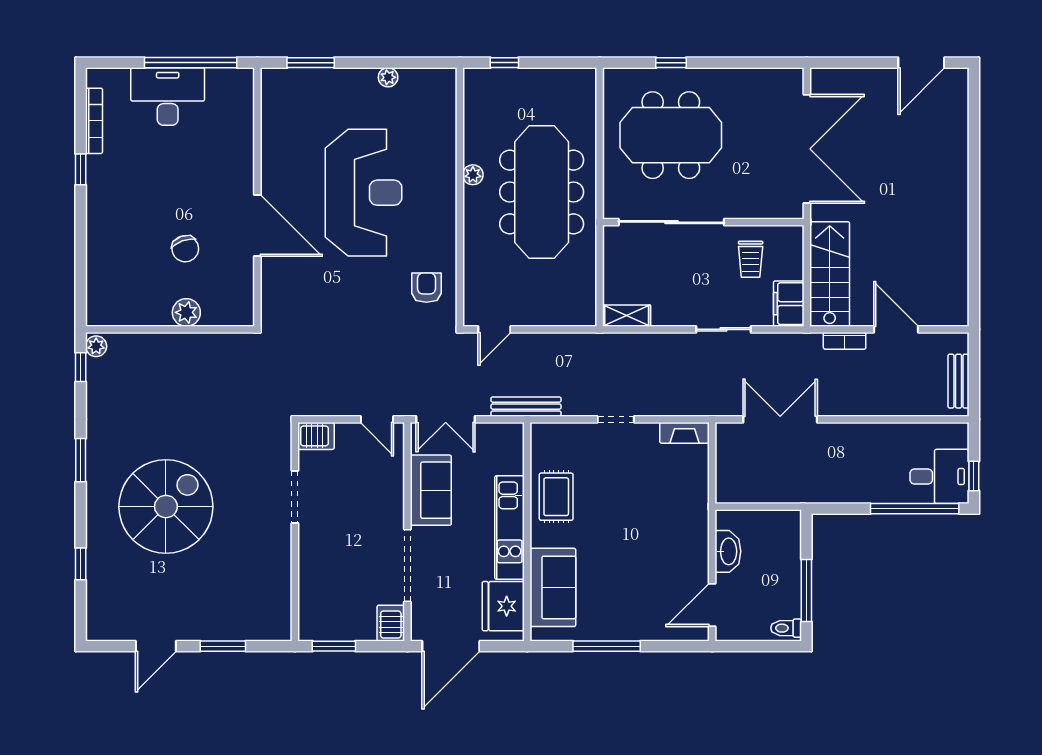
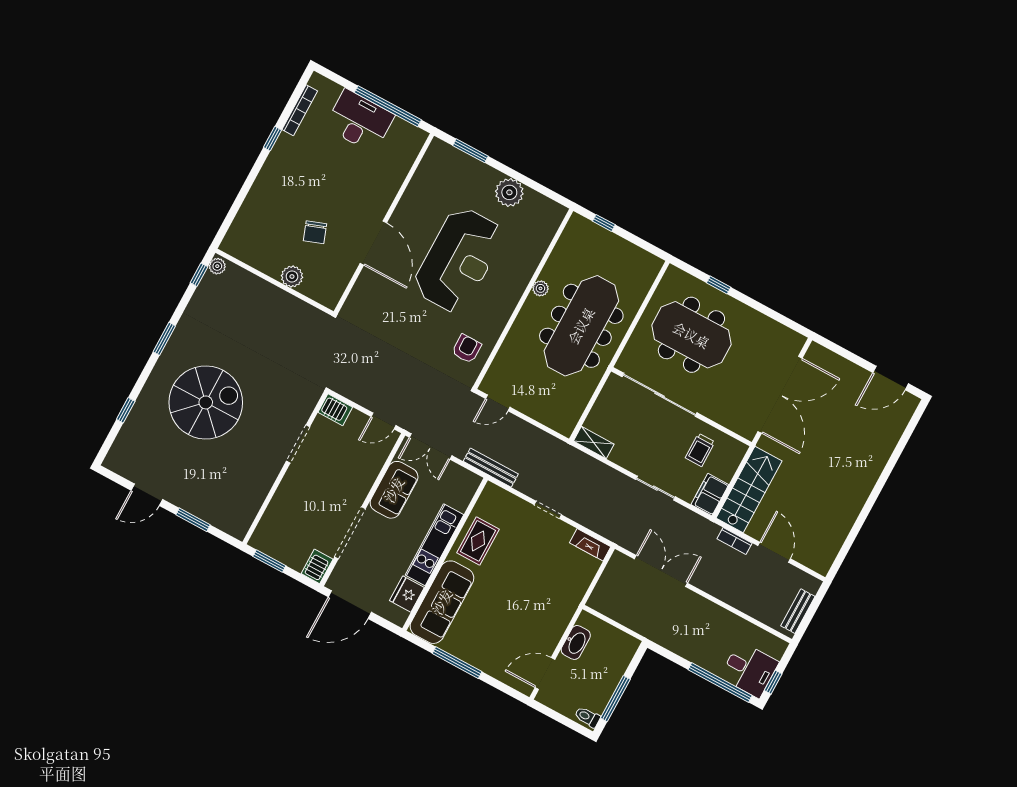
plant: (388, 77) -> (509, 192), width x1.87, depth x1.87
door: (377, 419) -> (383, 421), hinge flipped
sofa: (553, 587) -> (442, 602), width x1.36
fridge: (503, 606) -> (407, 594), width x0.73, depth x0.75

